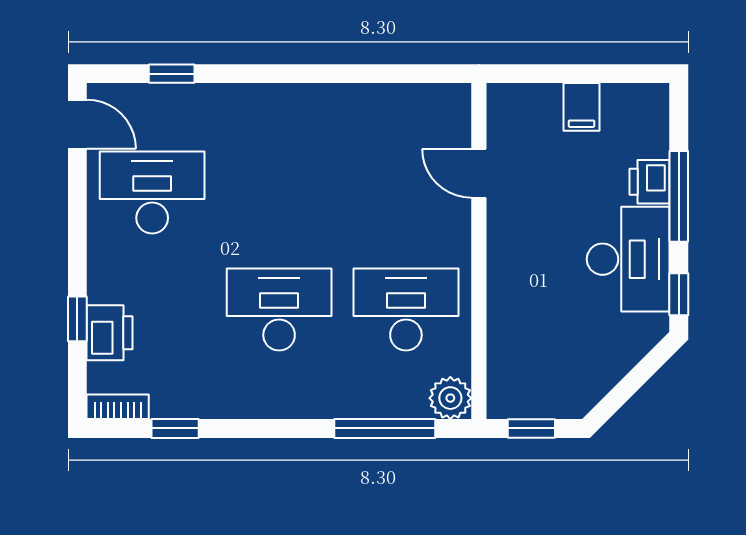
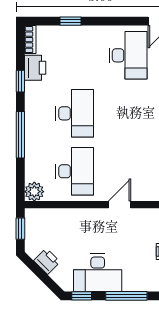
door: (479, 173) -> (119, 205), moved
printer: (650, 182) -> (47, 261), moved, turned 45
printer: (110, 333) -> (35, 68), moved, turned -90
window: (175, 428) -> (20, 81), moved
window: (385, 428) -> (20, 135), moved

